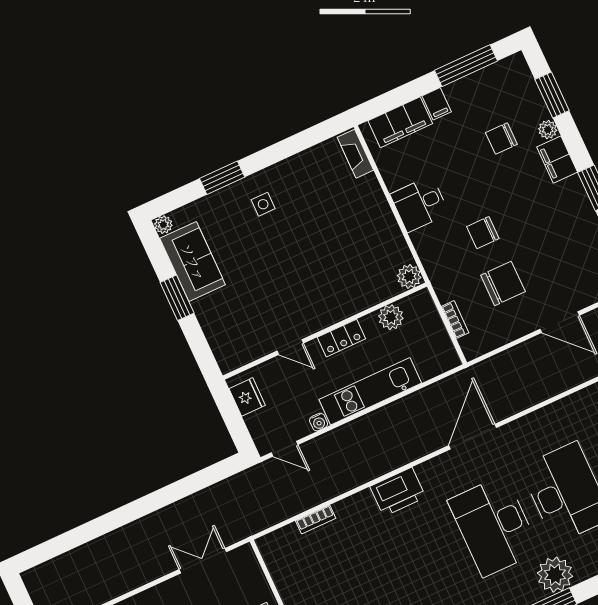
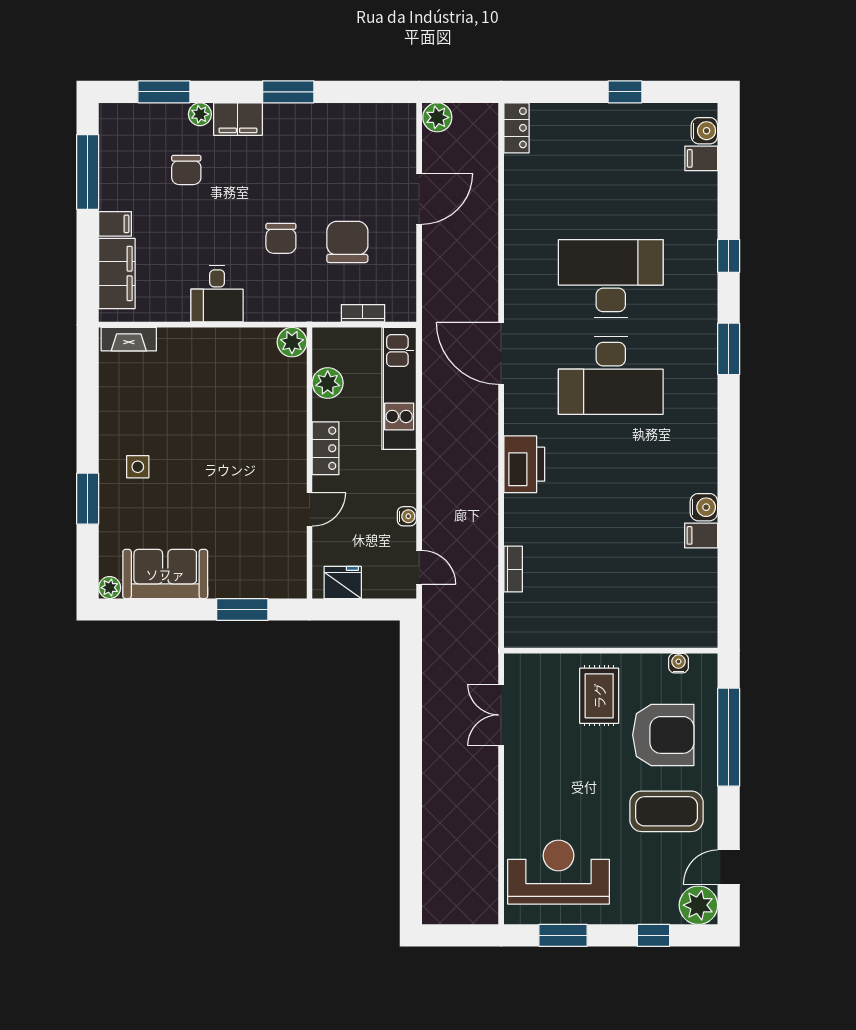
window: (177, 298) -> (242, 609), moved
kitchen unit: (370, 391) -> (399, 388), moved
door: (285, 449) -> (419, 567), hinge flipped
plant: (555, 575) -> (696, 332), removed

